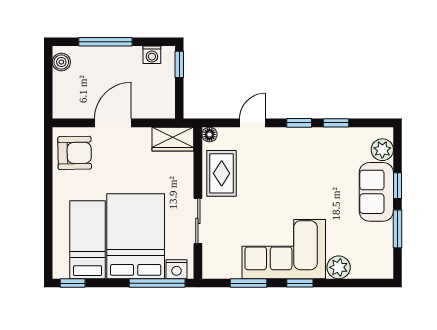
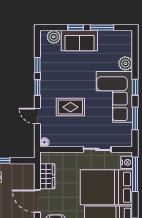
wardrobe: (173, 139) -> (47, 176), moved
rug: (222, 173) -> (70, 107), moved

